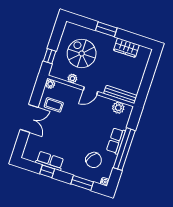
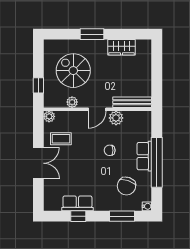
plant: (118, 108) -> (116, 118), moved
chair: (90, 127) -> (110, 150), added
chair: (94, 160) -> (126, 186), turned 72

